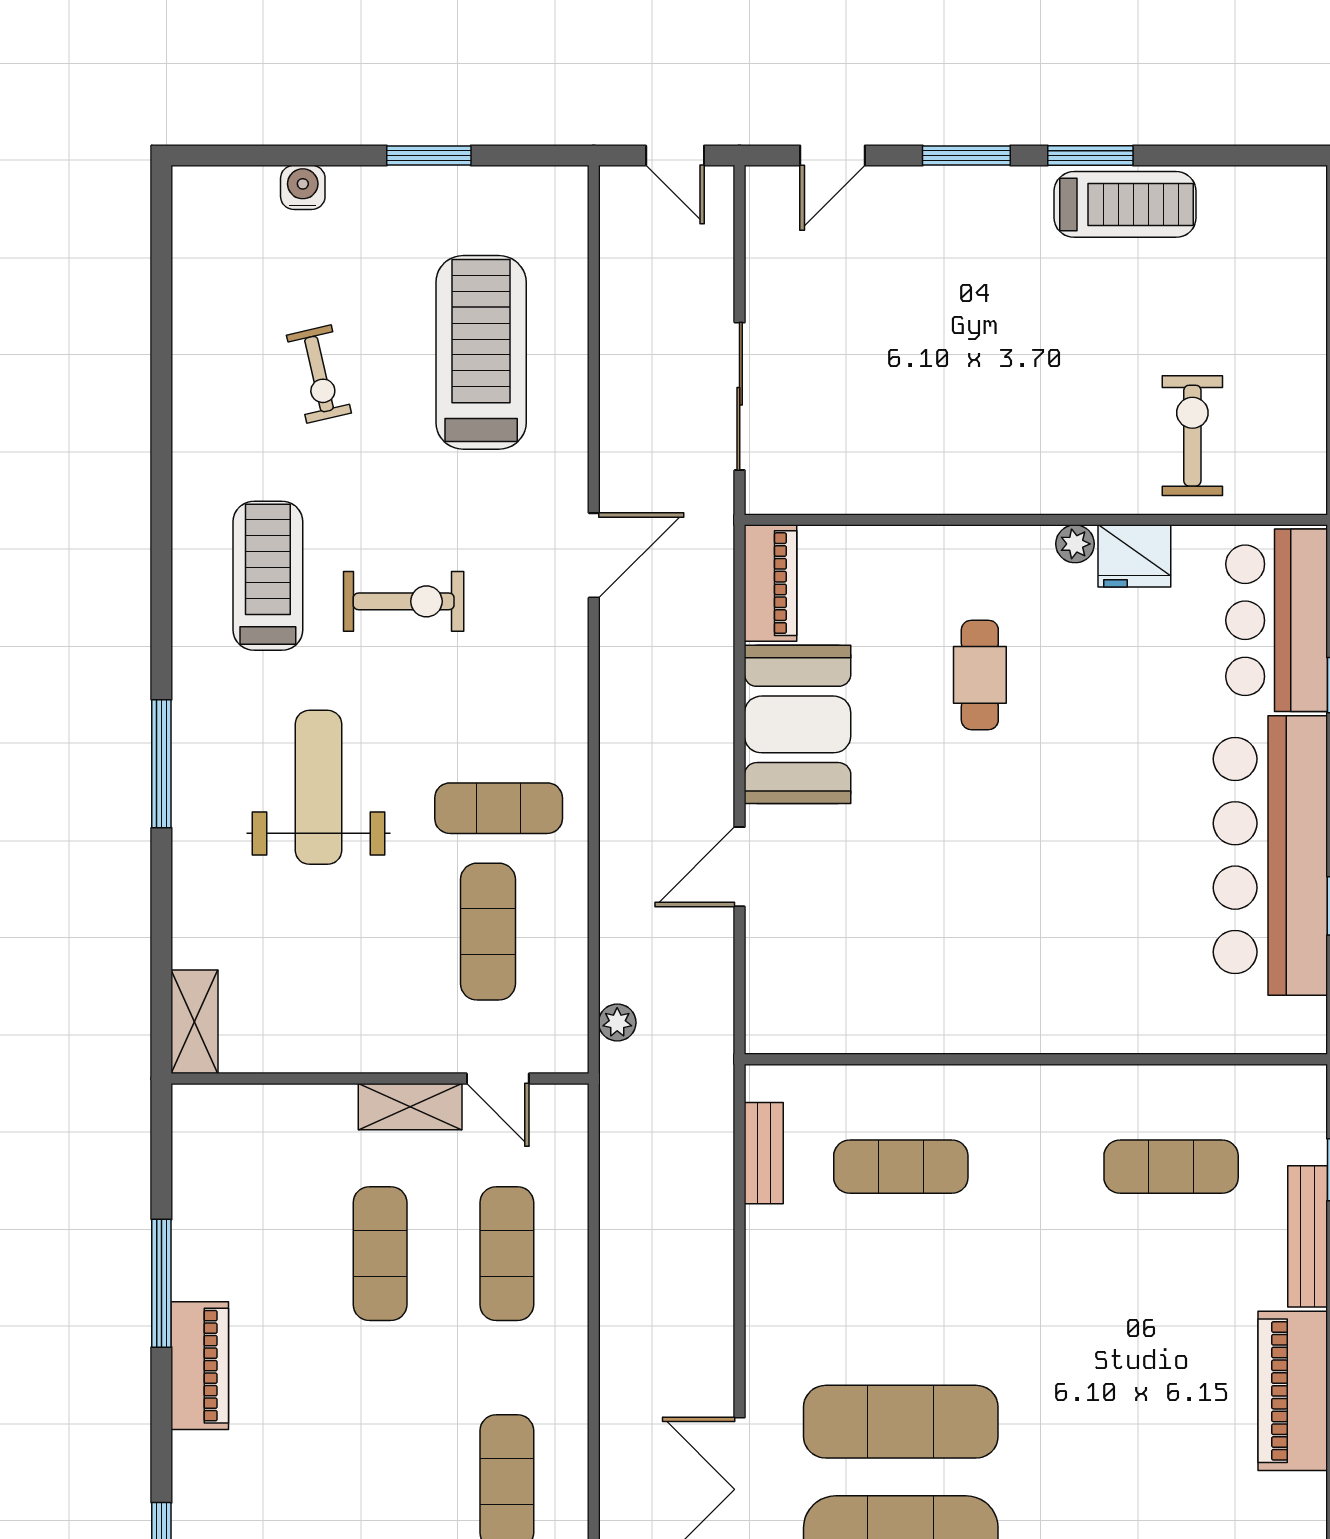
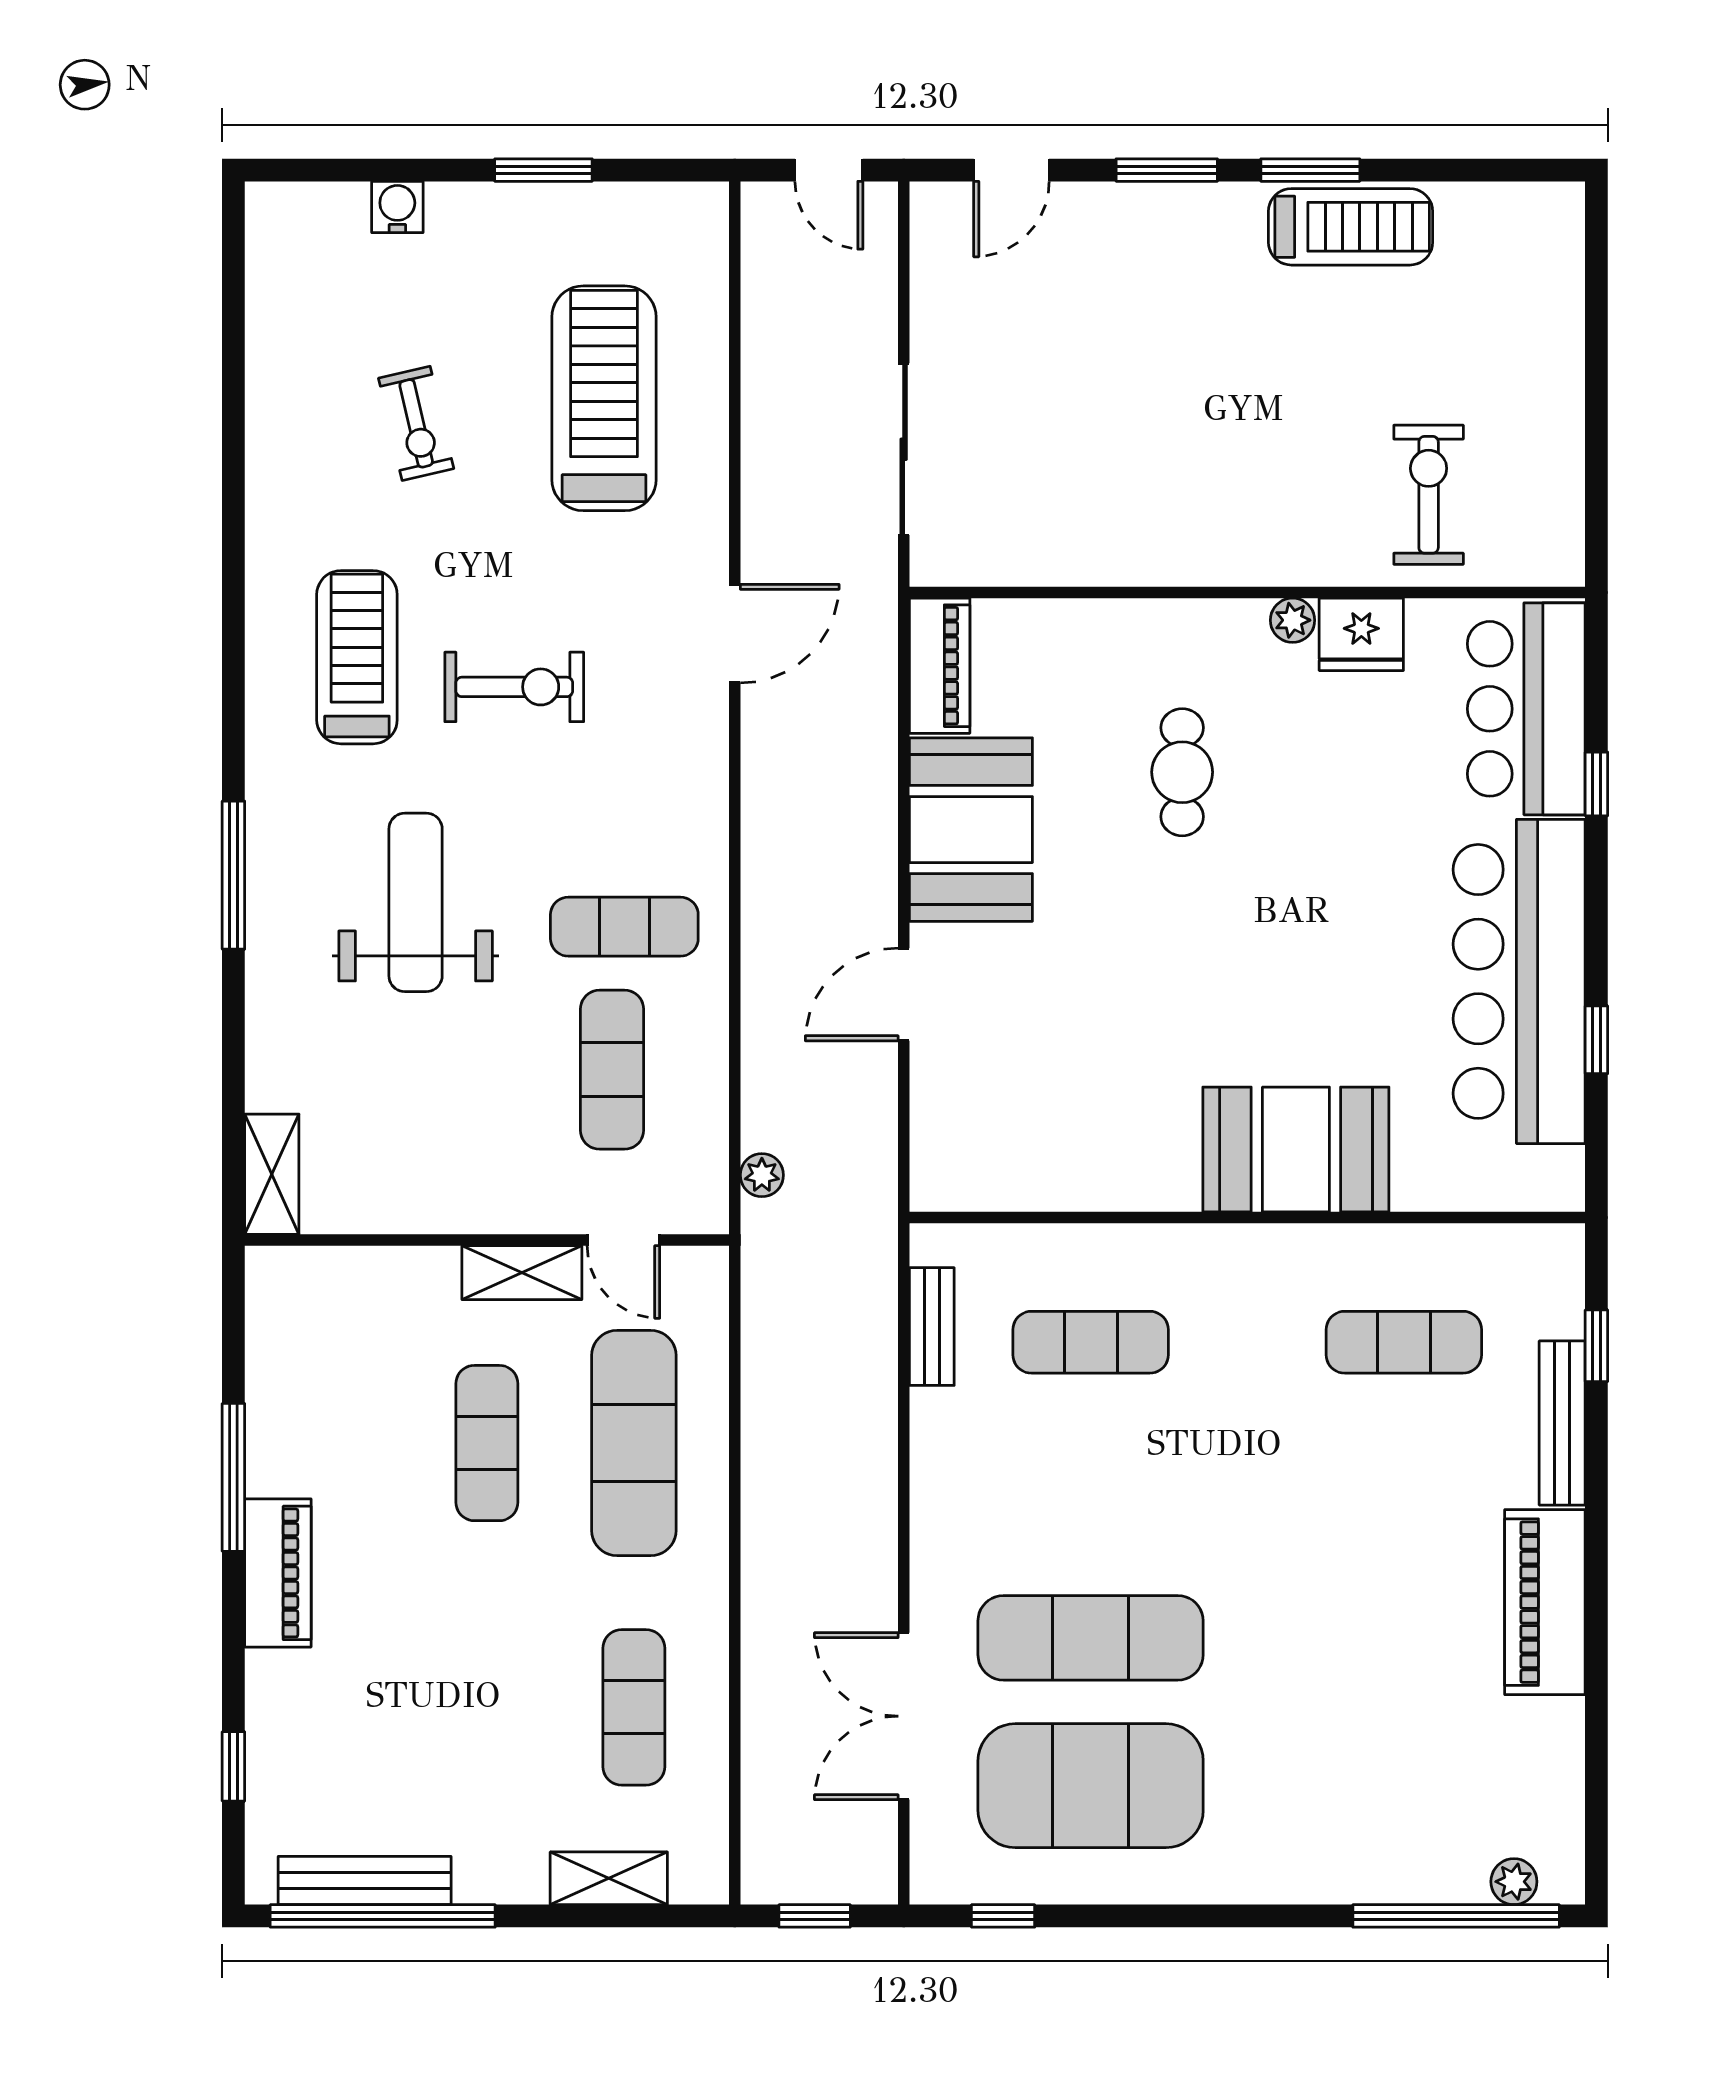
booth: (1078, 1000) -> (1296, 1150), added
exercise mat: (507, 1254) -> (634, 1443), width x1.36, depth x1.45

